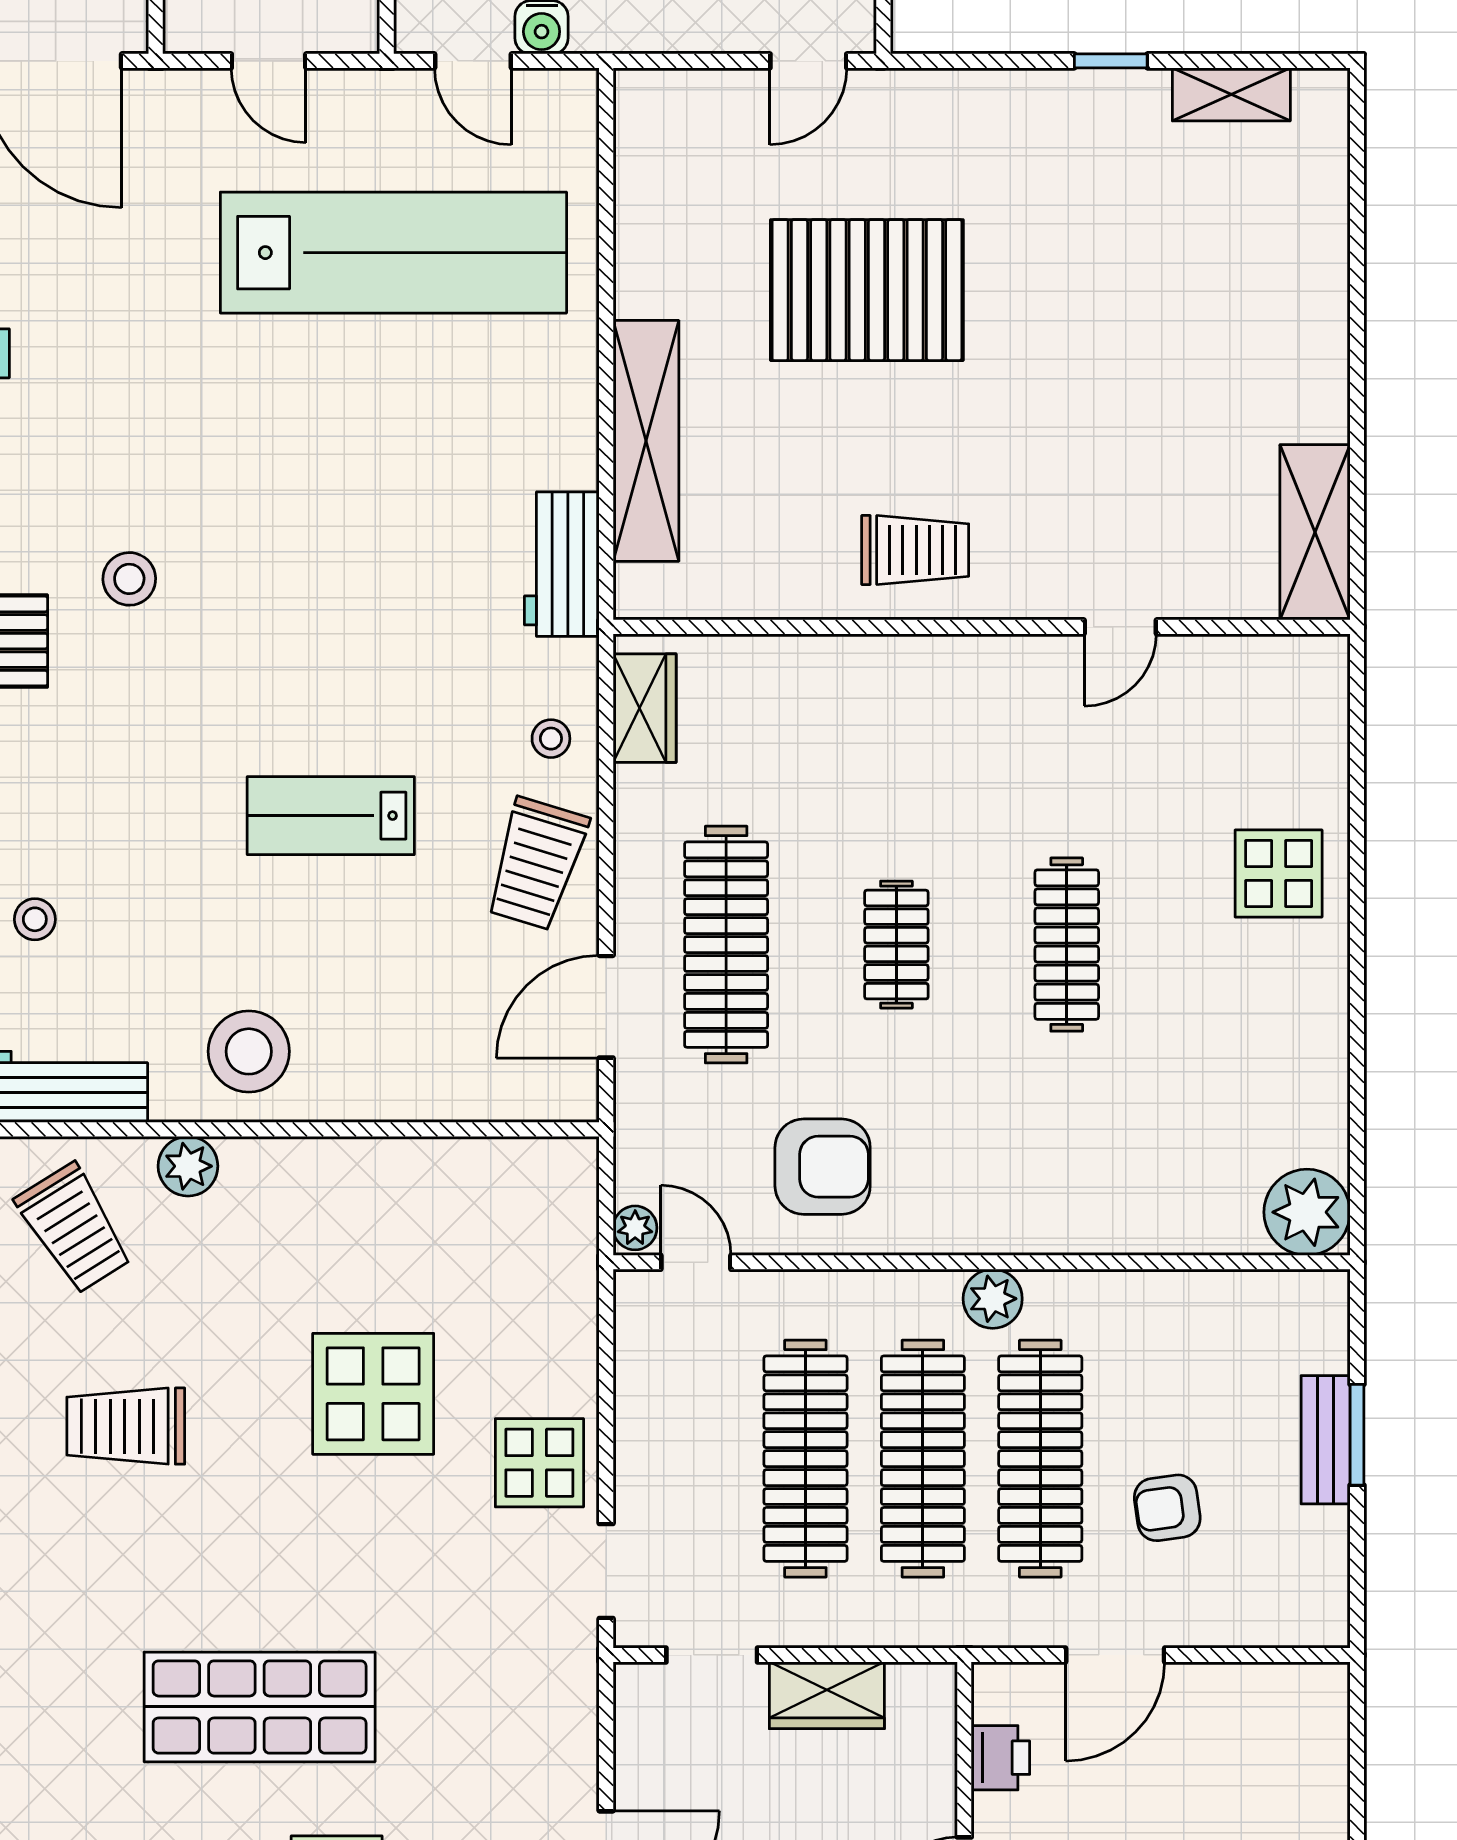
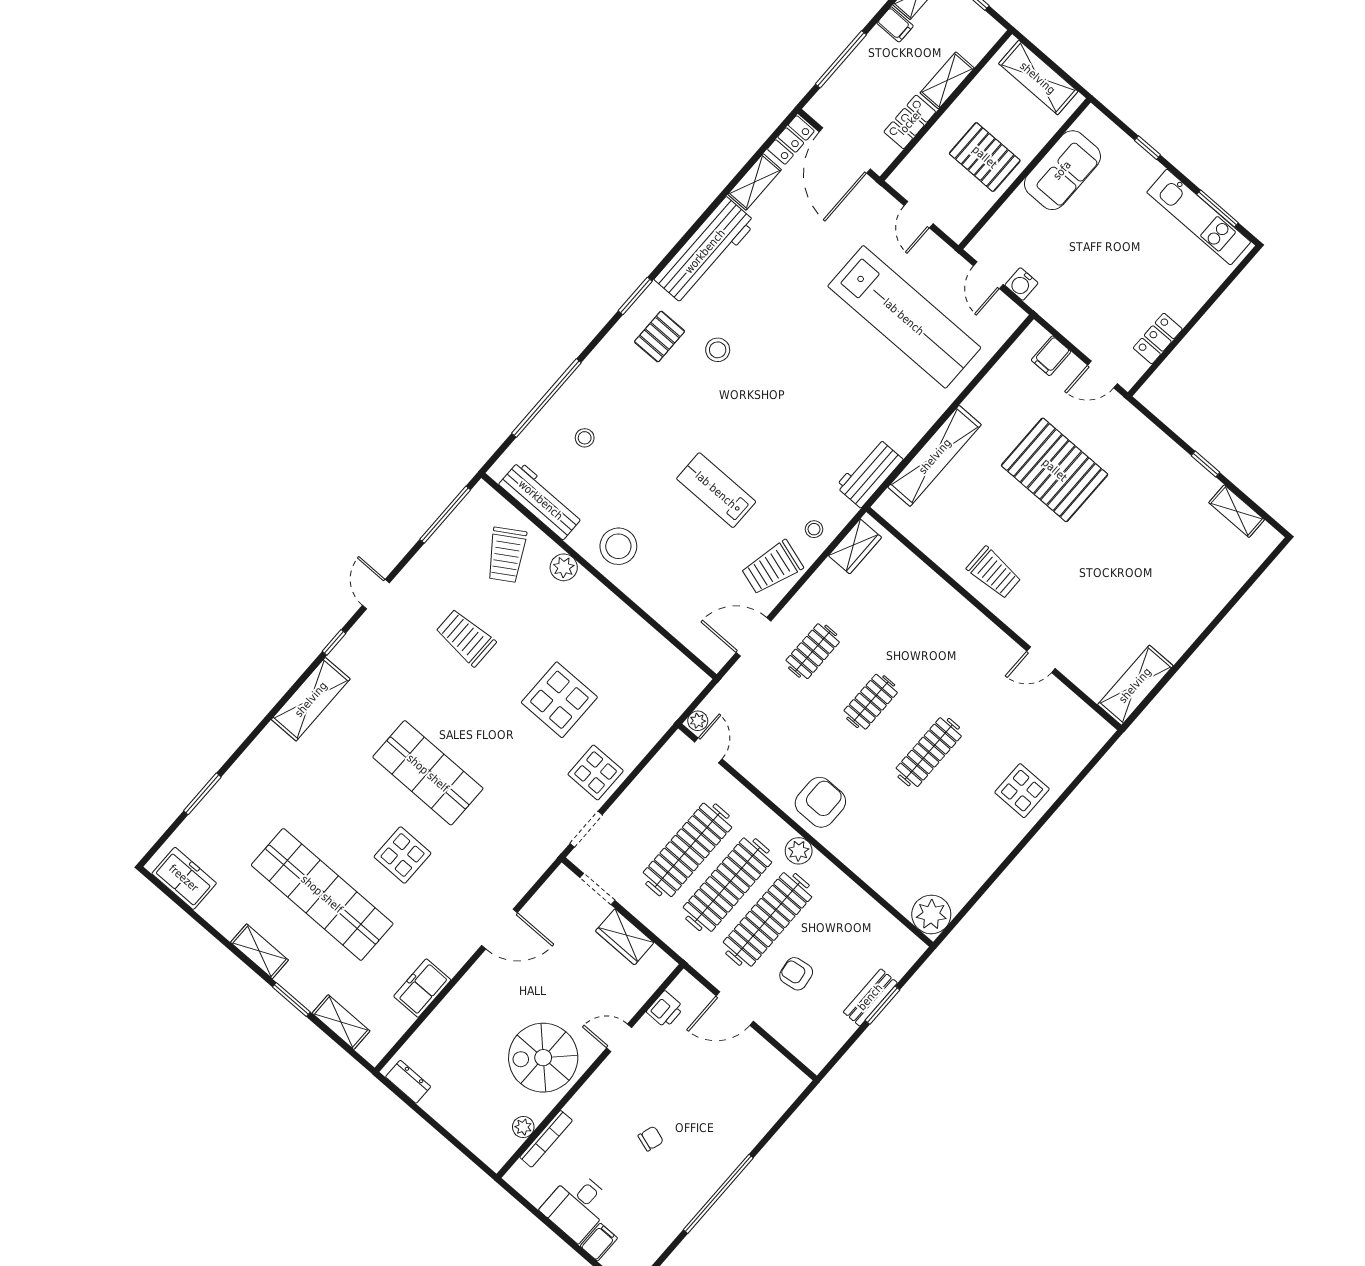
filing cabinet: (695, 104) -> (1051, 356), added
clothes rail: (726, 945) -> (813, 651), width x0.54, depth x0.76
armchair: (823, 1167) -> (820, 802), moved, turned -90

